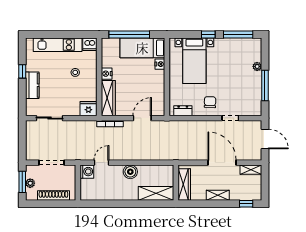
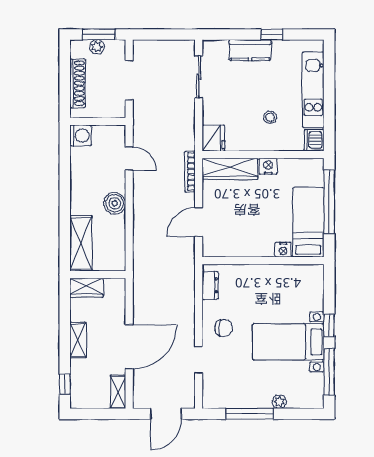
bed with nightstands: (194, 61) -> (288, 342), moved
door: (142, 118) -> (199, 222), swing flipped
washing machine: (87, 172) -> (80, 135), moved, turned -90
wardrobe: (184, 184) -> (87, 288), width x0.67

